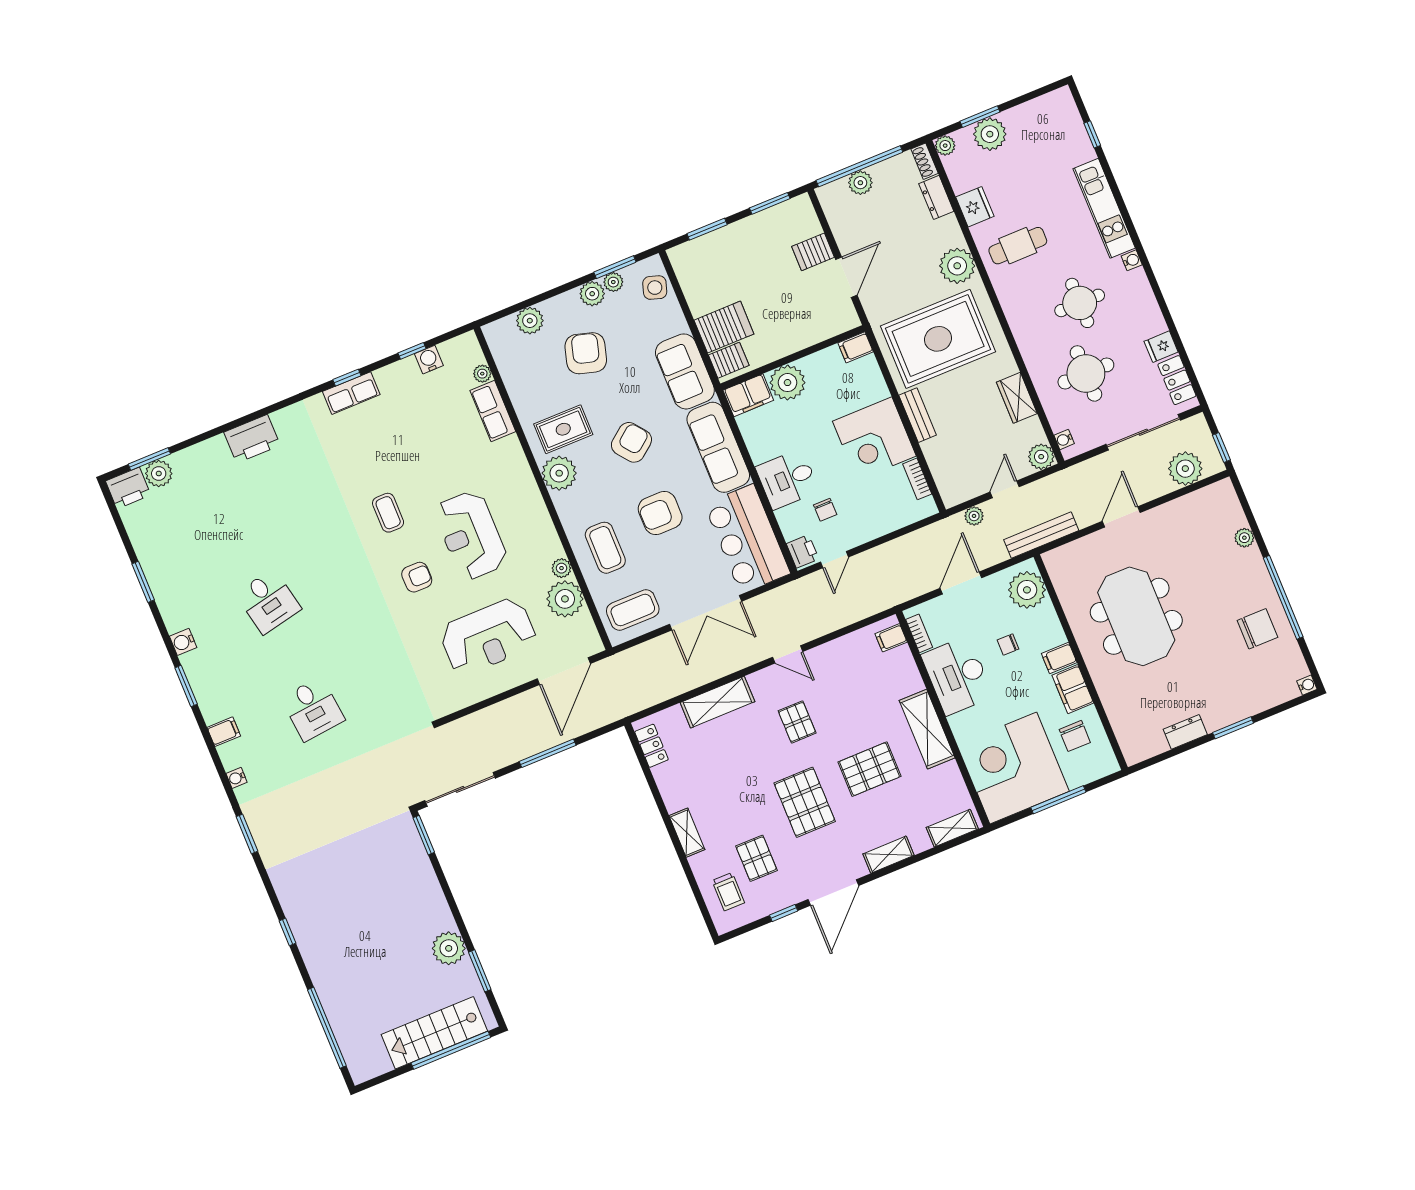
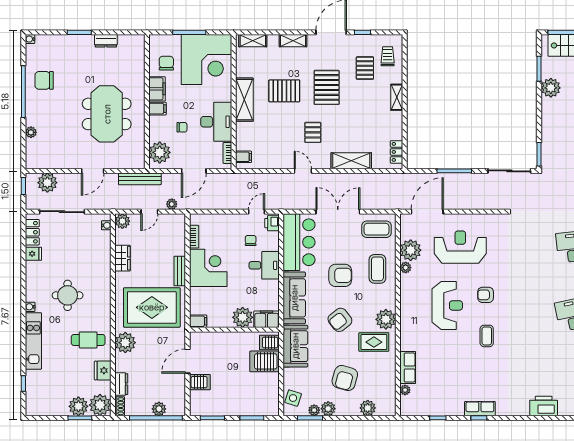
plant: (945, 146) -> (100, 405), width x1.88, depth x1.88
water cooler: (429, 360) -> (431, 409), removed
round table: (1086, 373) -> (80, 256), removed

